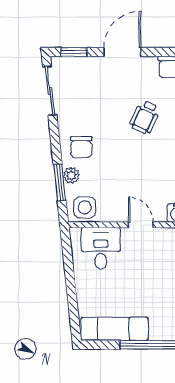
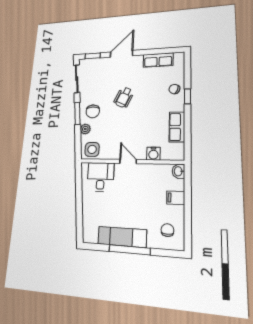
wheelchair: (145, 117) -> (124, 97), moved
window: (60, 182) -> (77, 113), moved
exam couch: (114, 329) -> (122, 237), moved

